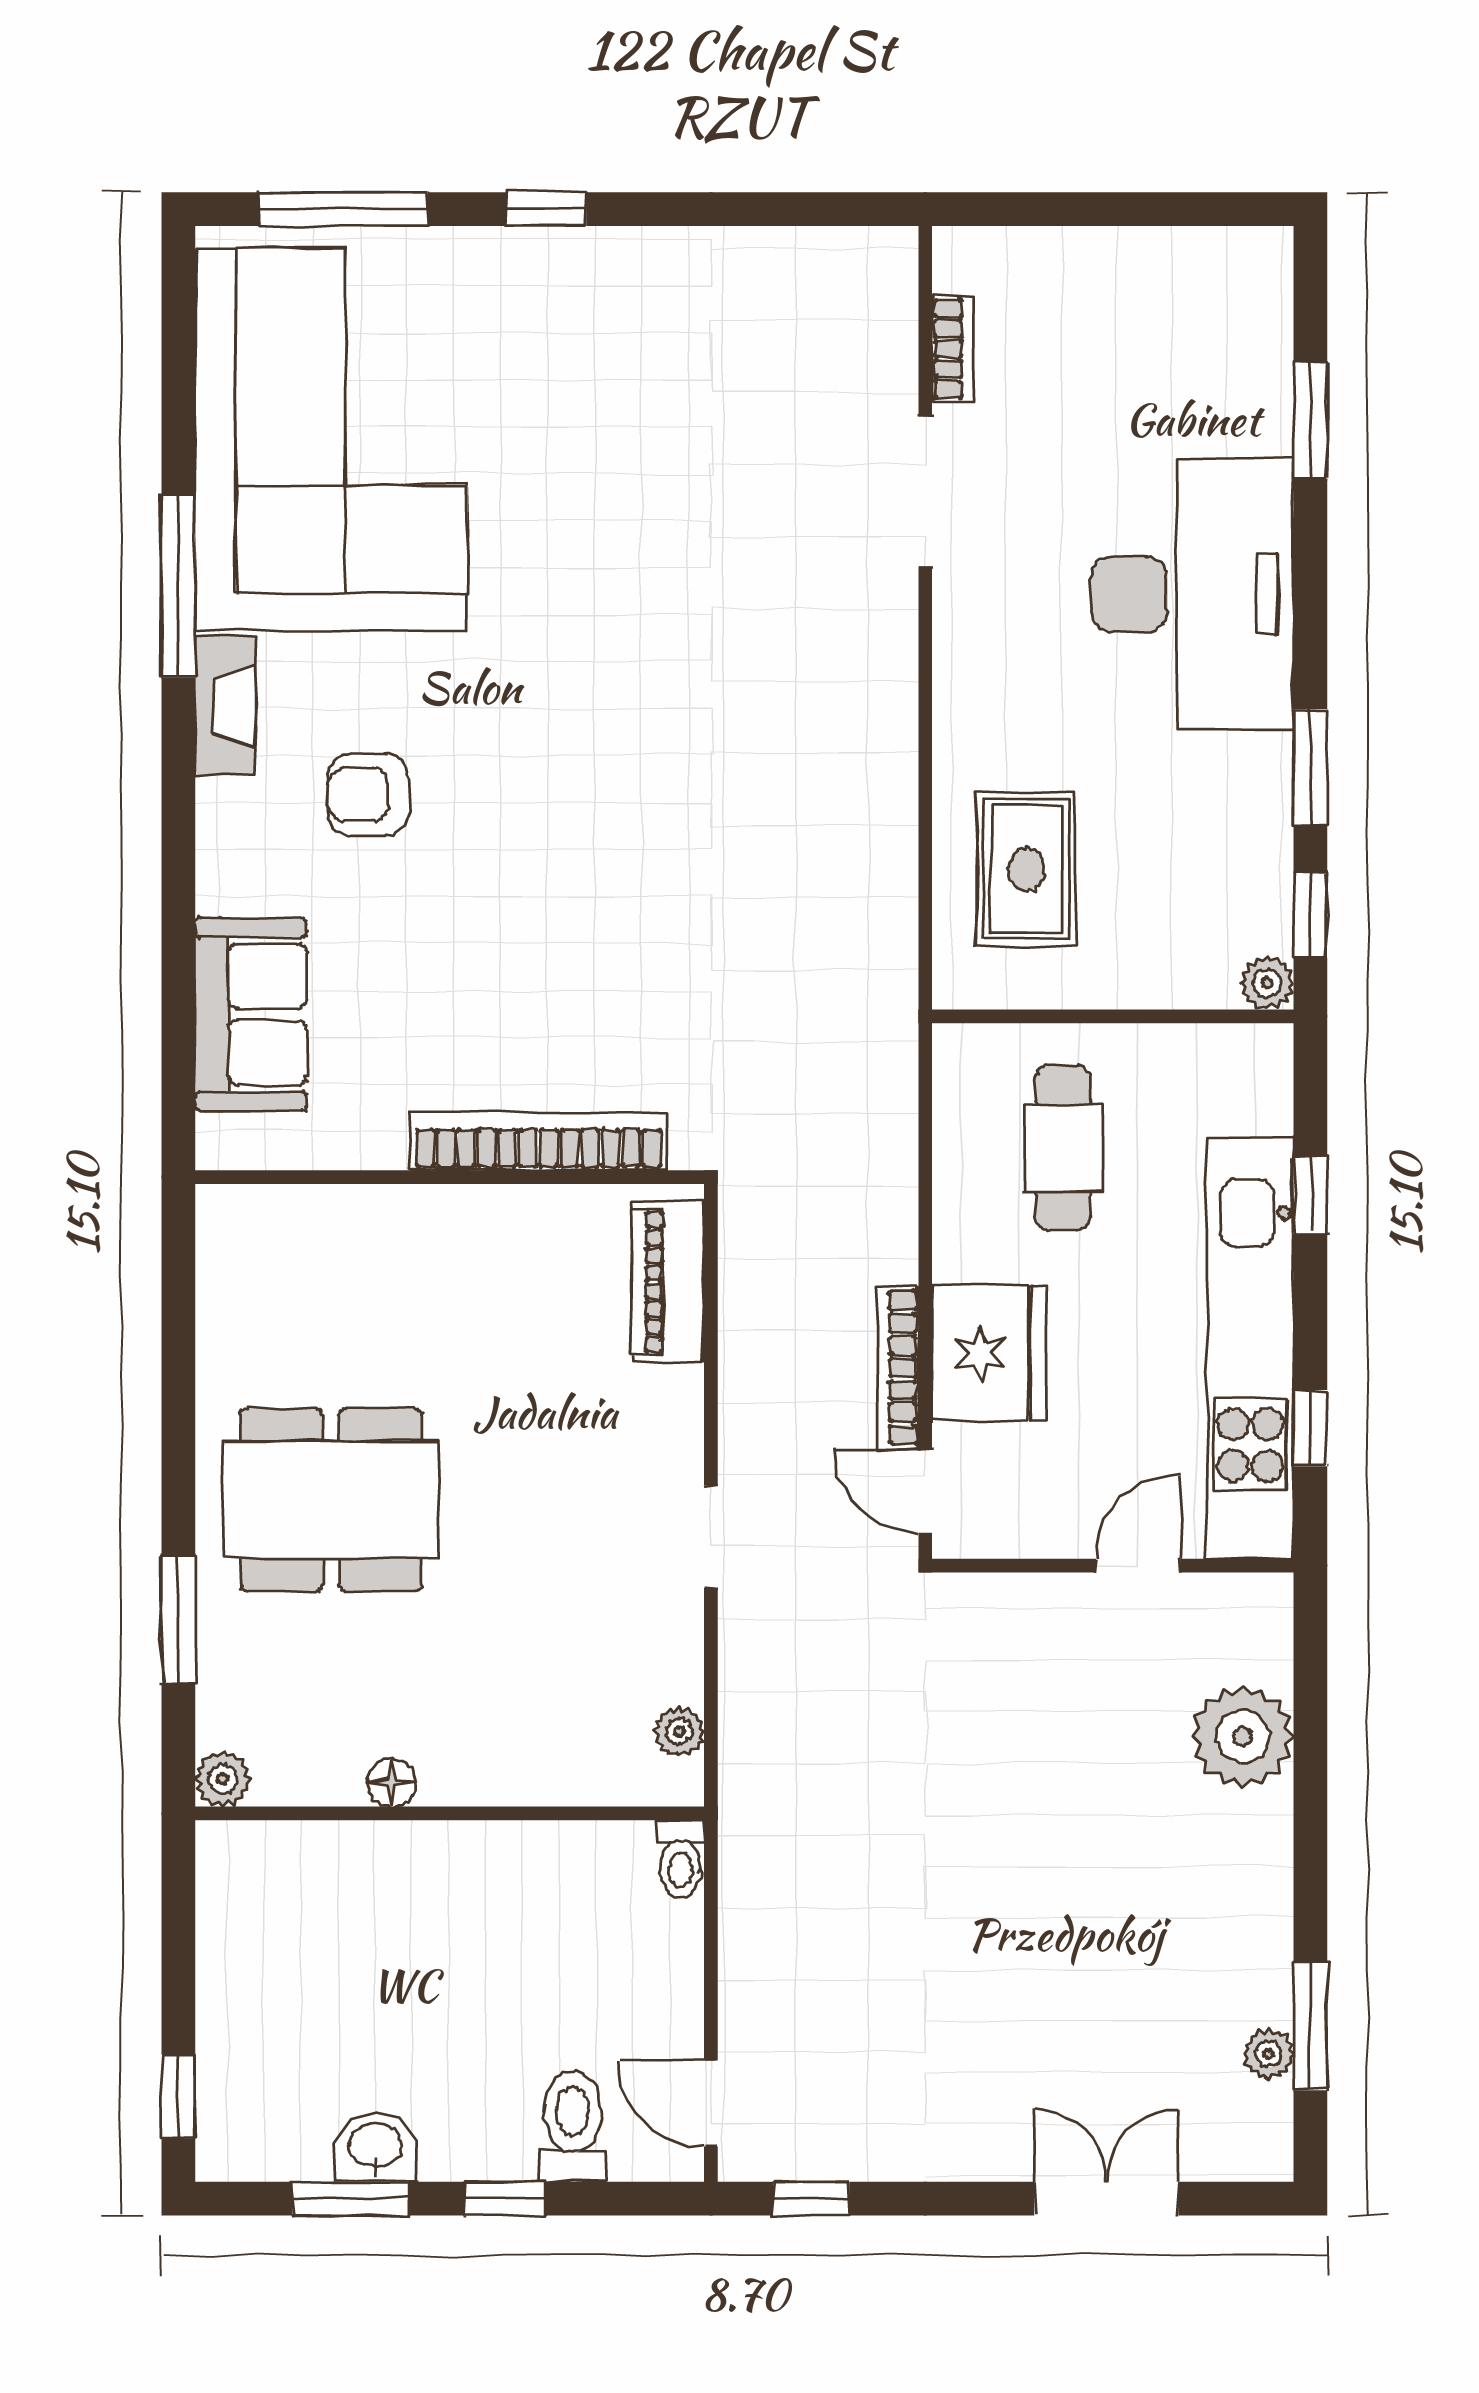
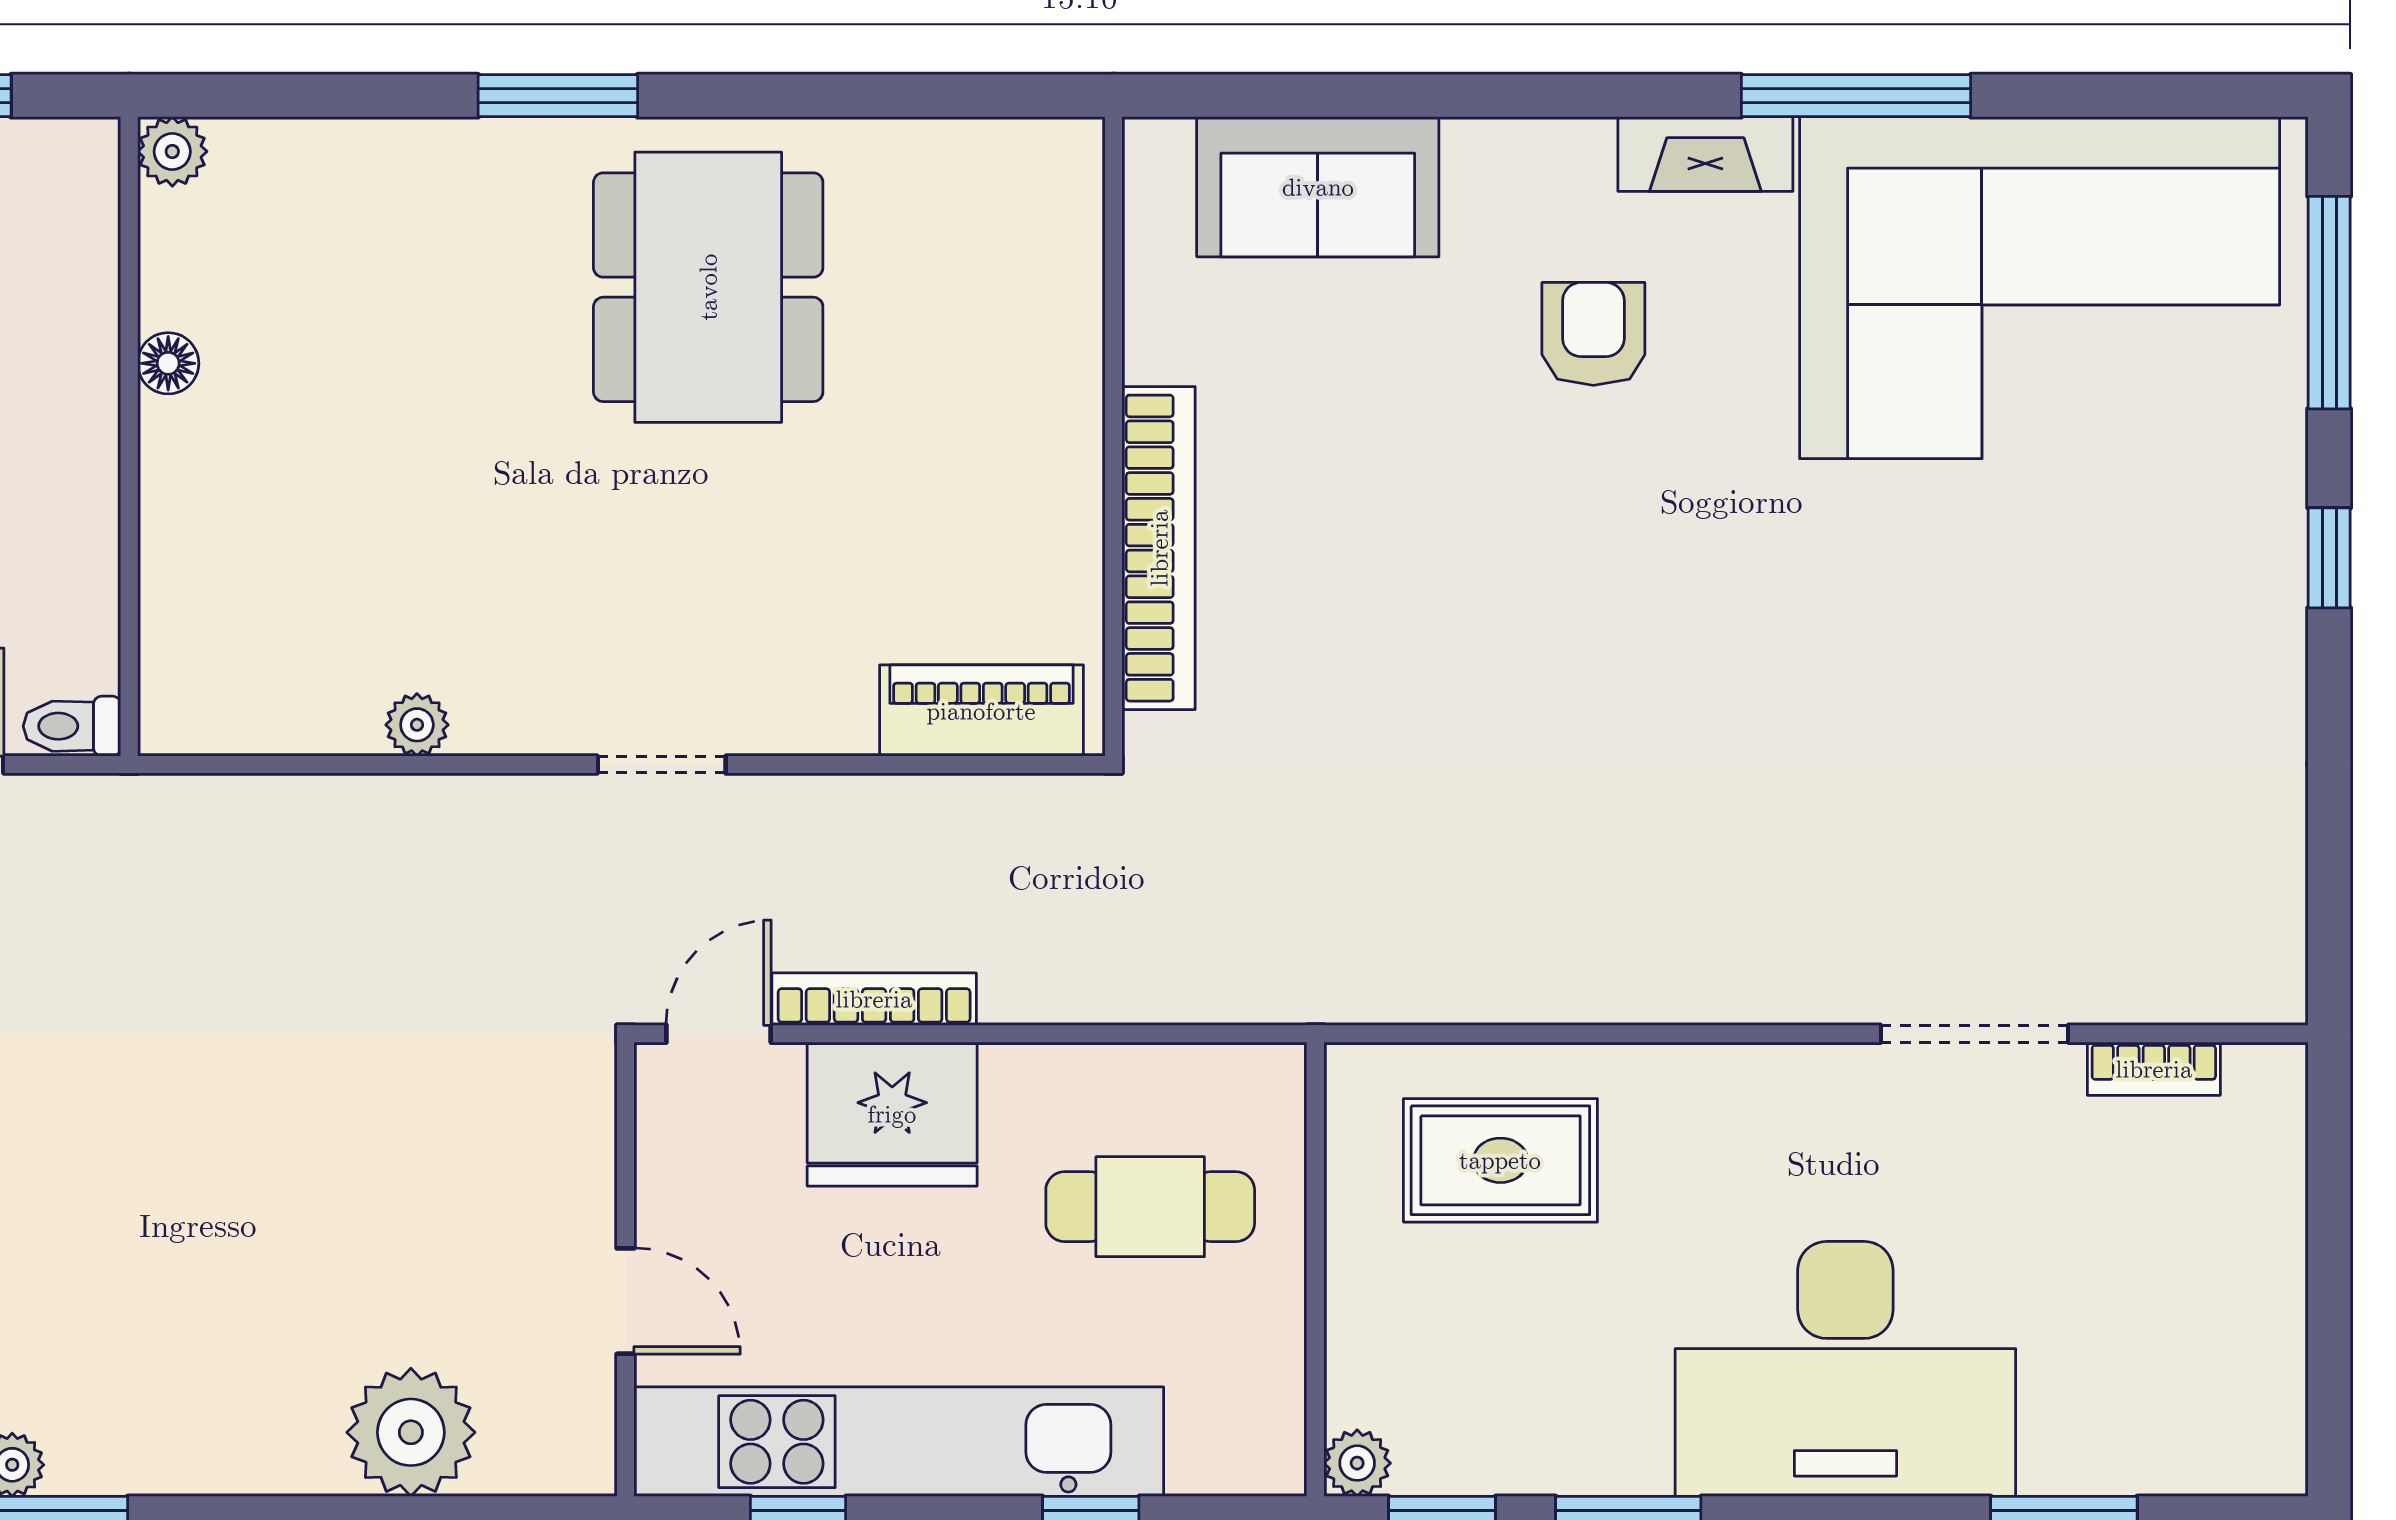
plant: (223, 1779) -> (172, 151), moved
floor lamp: (391, 1782) -> (168, 363), moved
wall: (450, 1813) -> (129, 436), moved
toilet: (680, 1859) -> (72, 726), moved

